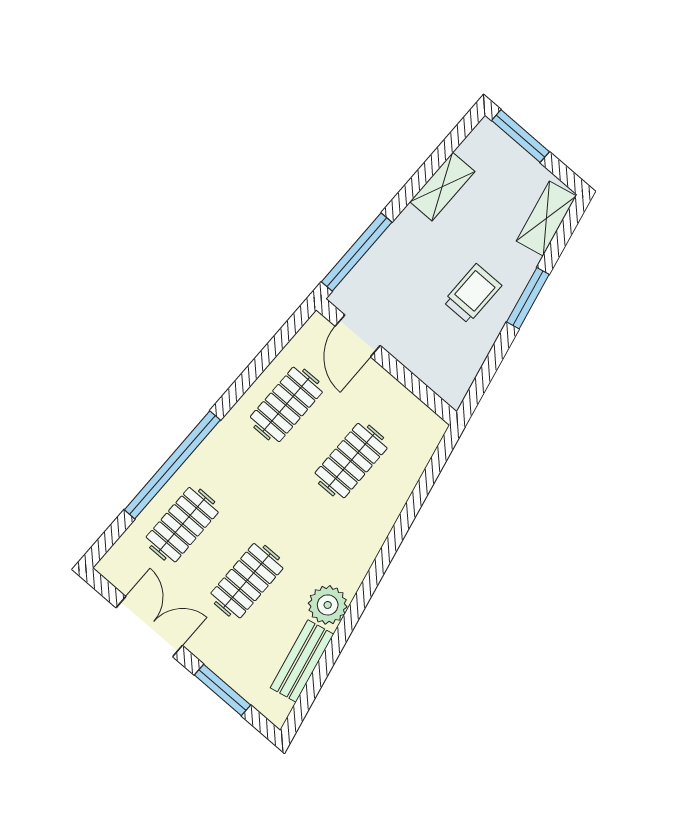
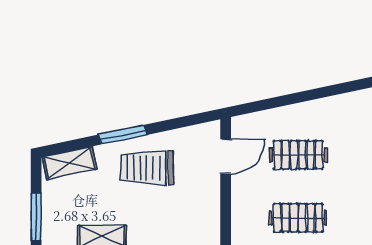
trolley: (472, 294) -> (147, 168), width x1.36, depth x1.39
door: (358, 336) -> (226, 157), moved

